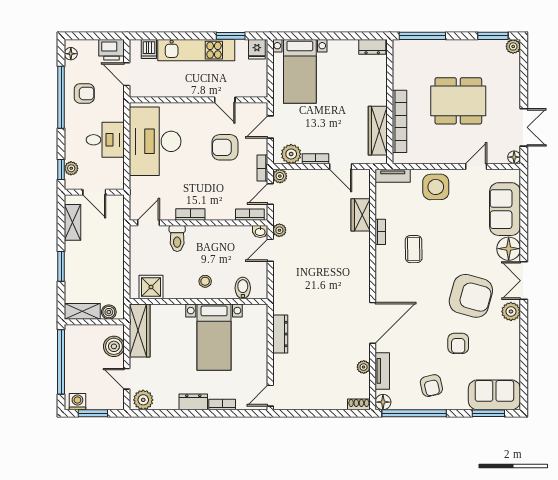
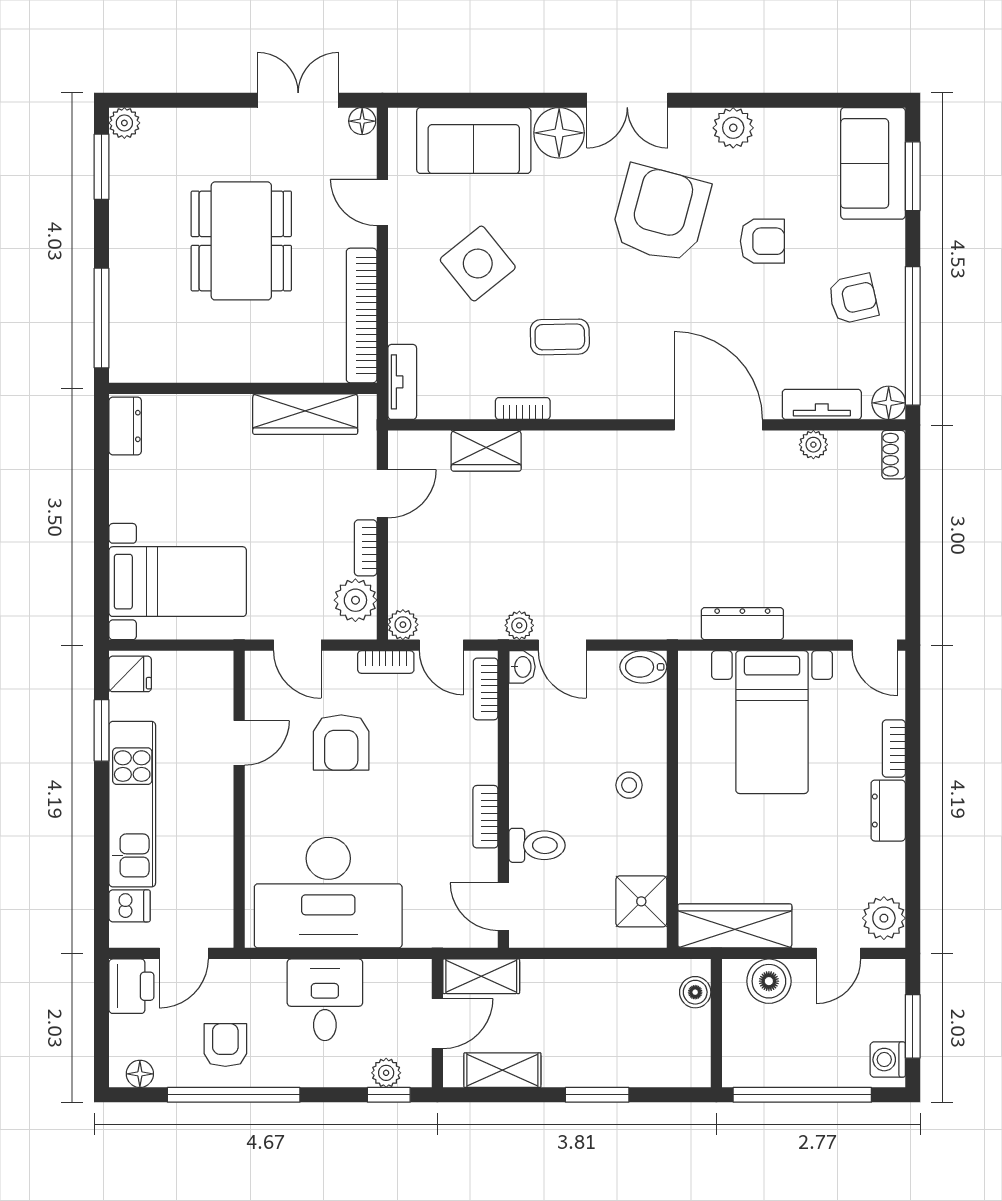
bookcase: (399, 121) -> (362, 315), moved, turned -90
side table: (436, 187) -> (478, 263), moved, turned -38
bidet: (243, 288) -> (643, 667), moved
shelving: (82, 311) -> (481, 976), moved, turned 90
plant: (511, 311) -> (733, 128), moved
bed with nightstands: (214, 337) -> (772, 722), moved, turned 90

